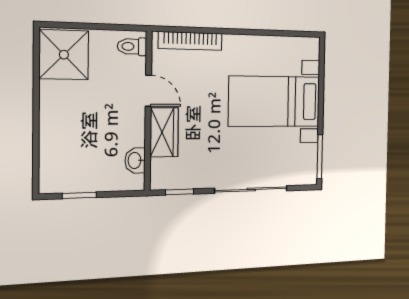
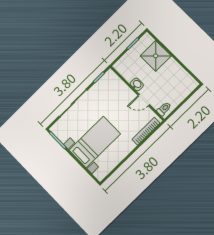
shower: (64, 55) -> (156, 56), moved
wardrobe: (164, 132) -> (124, 92), removed
washbasin: (135, 161) -> (137, 84), moved

